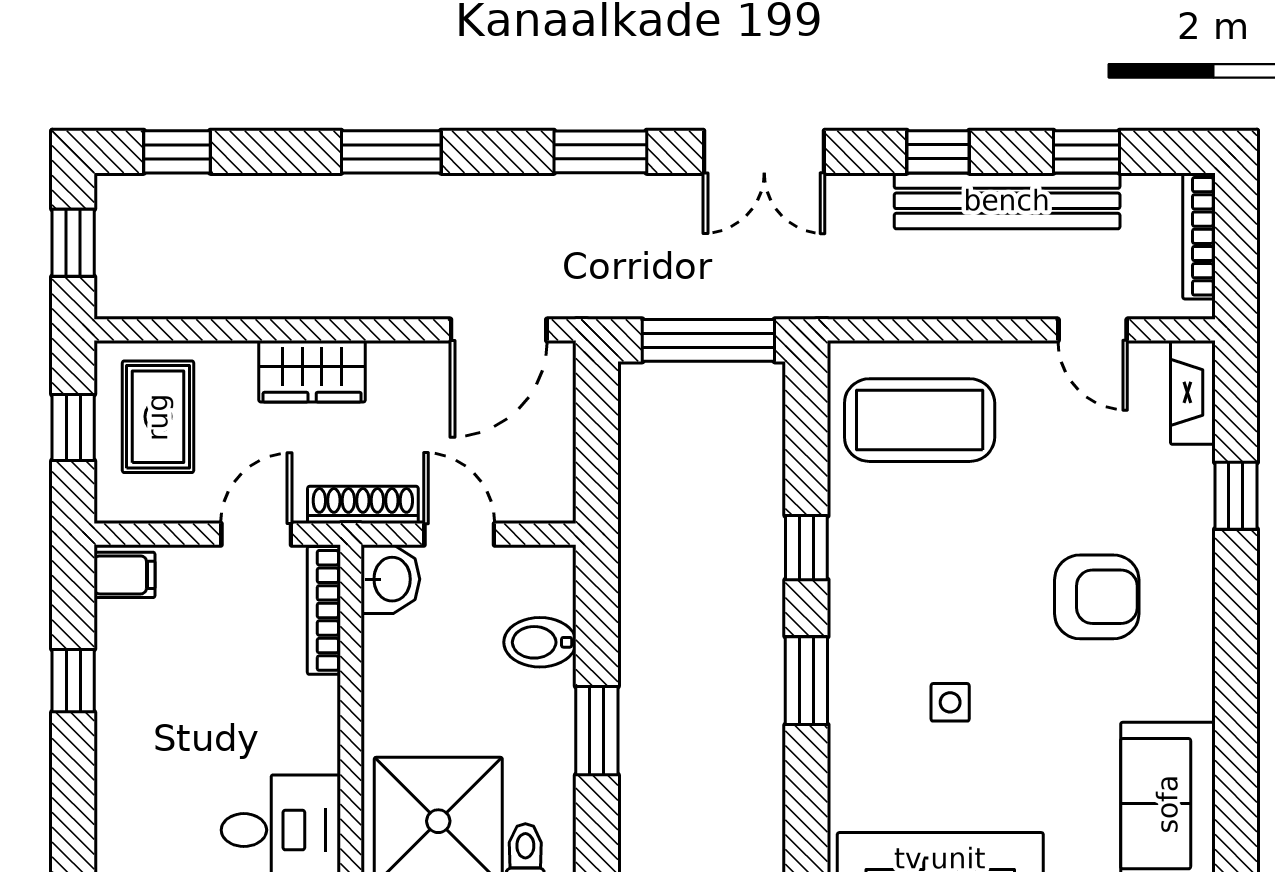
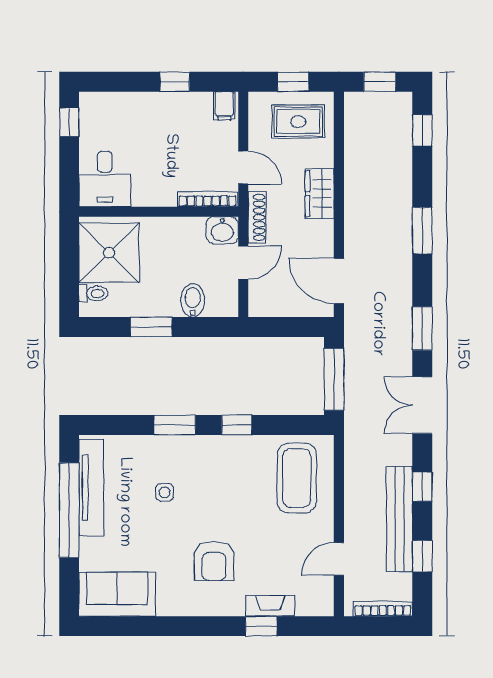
fireplace: (1193, 392) -> (270, 606), moved

